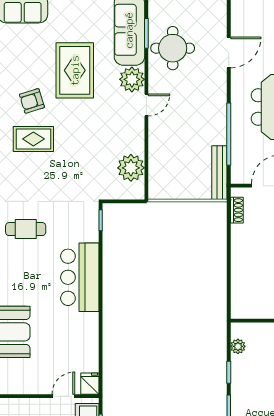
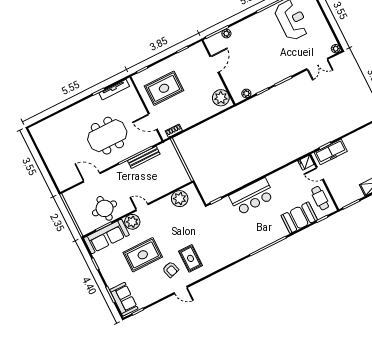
bench: (219, 173) -> (144, 157), moved
cafe table: (26, 229) -> (320, 198), moved
plant: (251, 305) -> (221, 98), added

